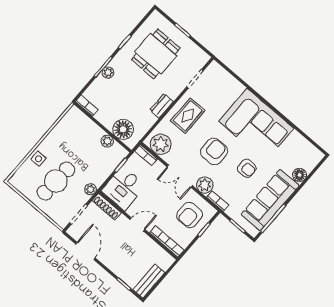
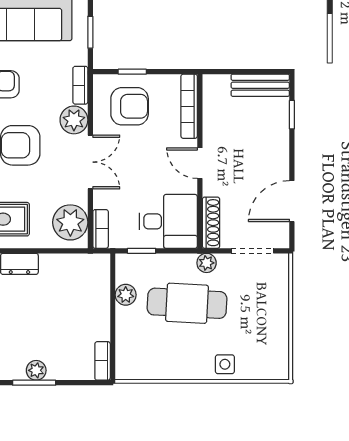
floor lamp: (123, 129) -> (93, 287), removed
cafe table: (56, 181) -> (187, 303), moved

